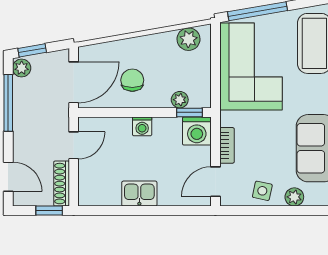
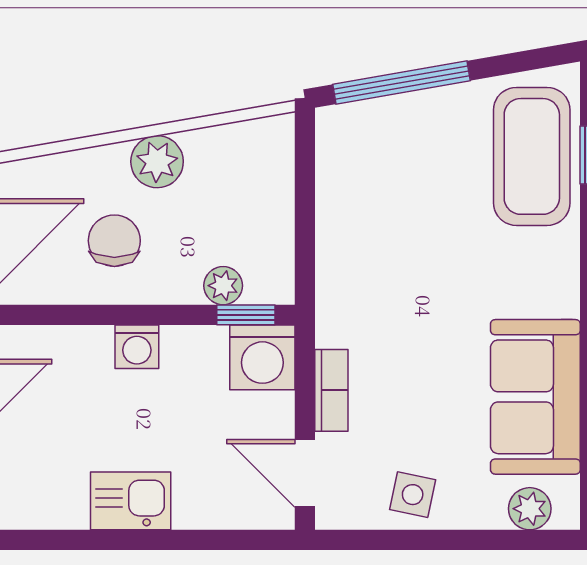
plant: (189, 39) -> (157, 162), moved
corner sofa: (251, 66) -> (386, 209), removed
door: (215, 182) -> (305, 473), hinge flipped
plant: (294, 197) -> (530, 509), moved

